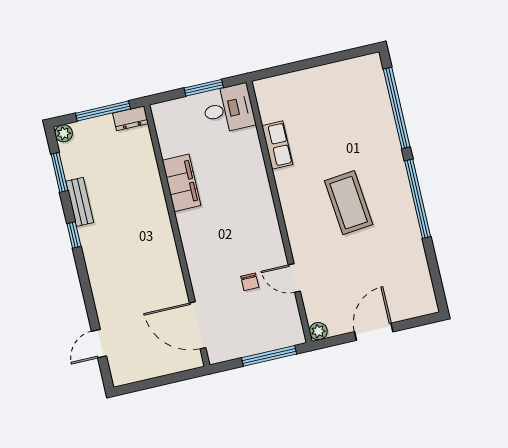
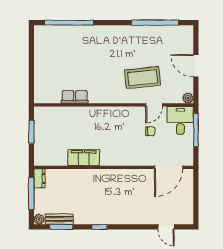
desk: (228, 109) -> (180, 120), moved
window: (418, 199) -> (155, 23), moved
bench: (80, 202) -> (59, 219), moved
coffee table: (349, 203) -> (143, 78), moved

